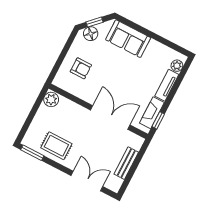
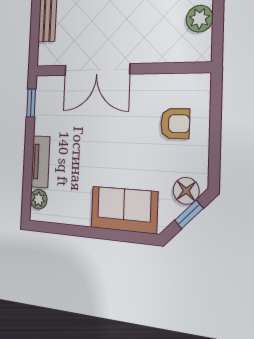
armchair: (81, 68) -> (175, 124), turned 180
plant: (51, 99) -> (200, 19), moved
fireplace: (152, 113) -> (44, 109), removed

